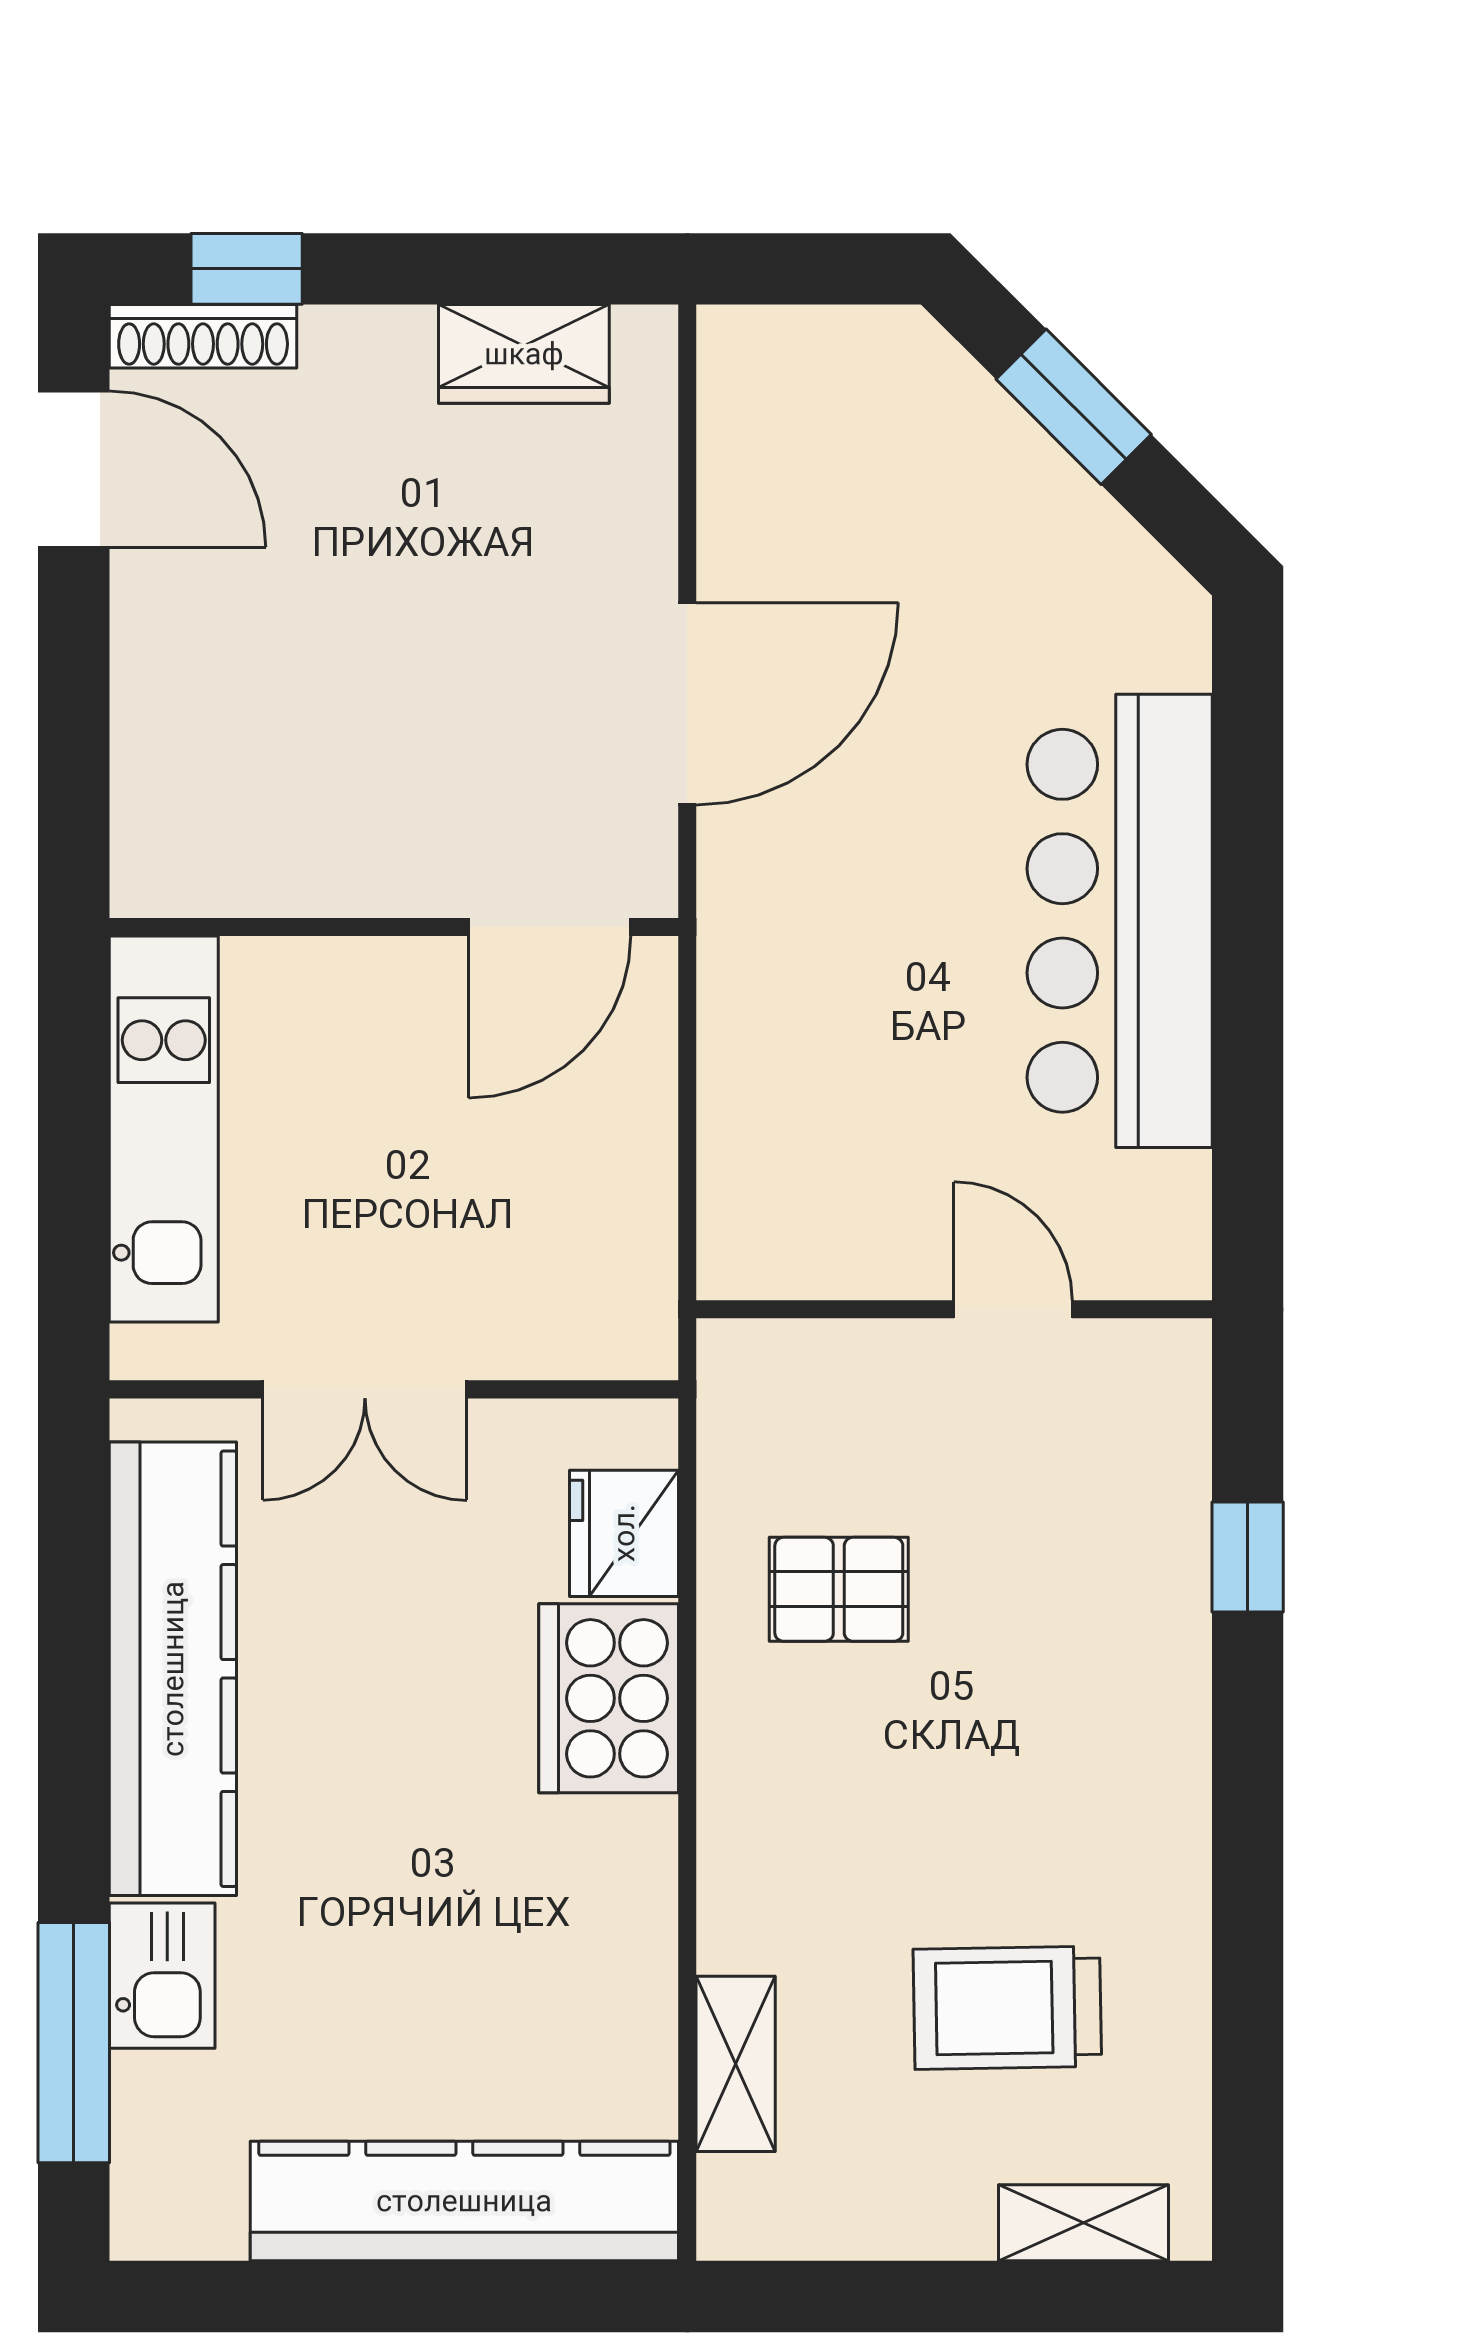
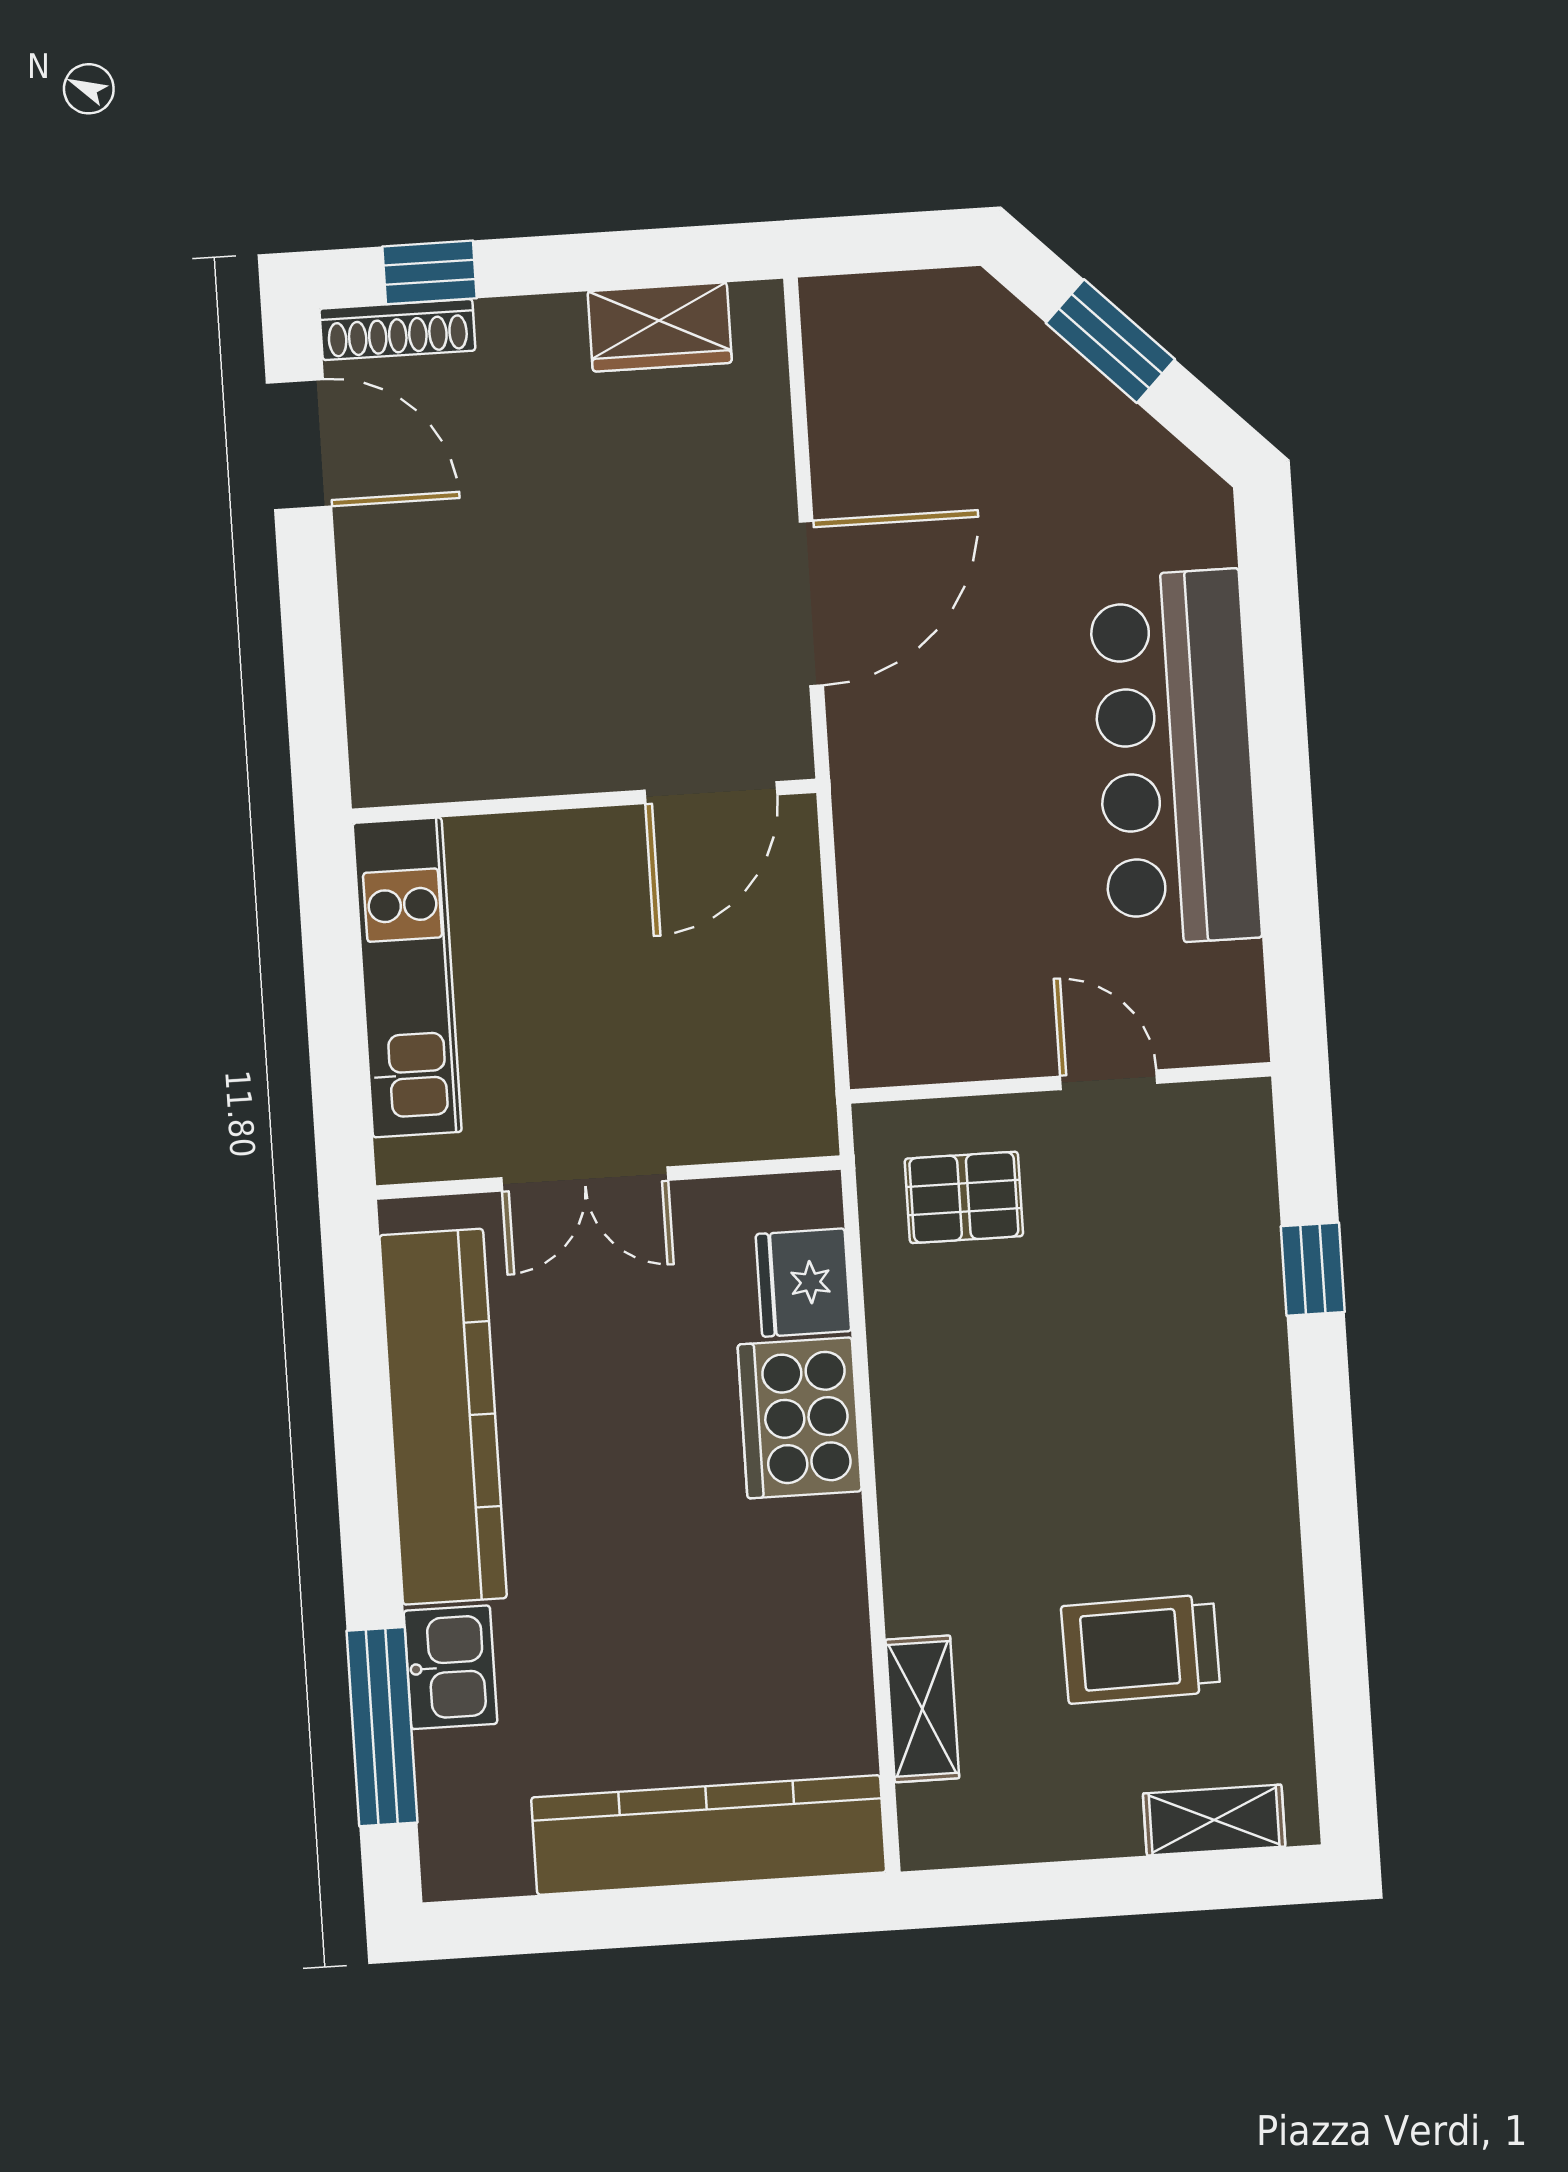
pallet: (839, 1589) -> (964, 1197), moved

